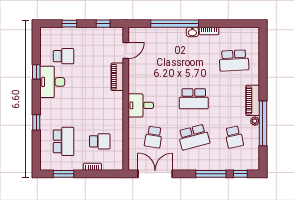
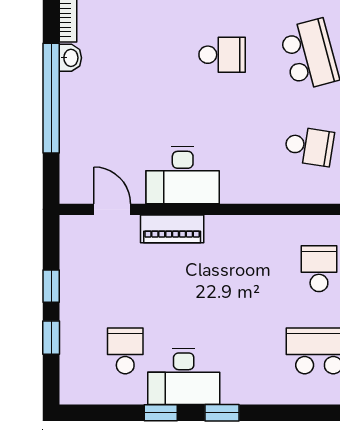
window: (103, 24) -> (51, 286), moved
school desk: (194, 99) -> (222, 55), width x0.54
desk: (141, 105) -> (183, 175), moved, width x1.37
window: (36, 122) -> (222, 413), moved

